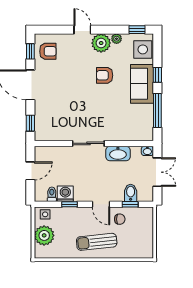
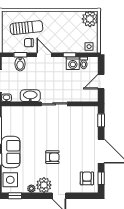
armchair: (48, 51) -> (87, 178), turned 90
armchair: (105, 75) -> (52, 157), moved
plant: (44, 235) -> (90, 19), moved
sun lounger: (97, 242) -> (26, 28), moved

